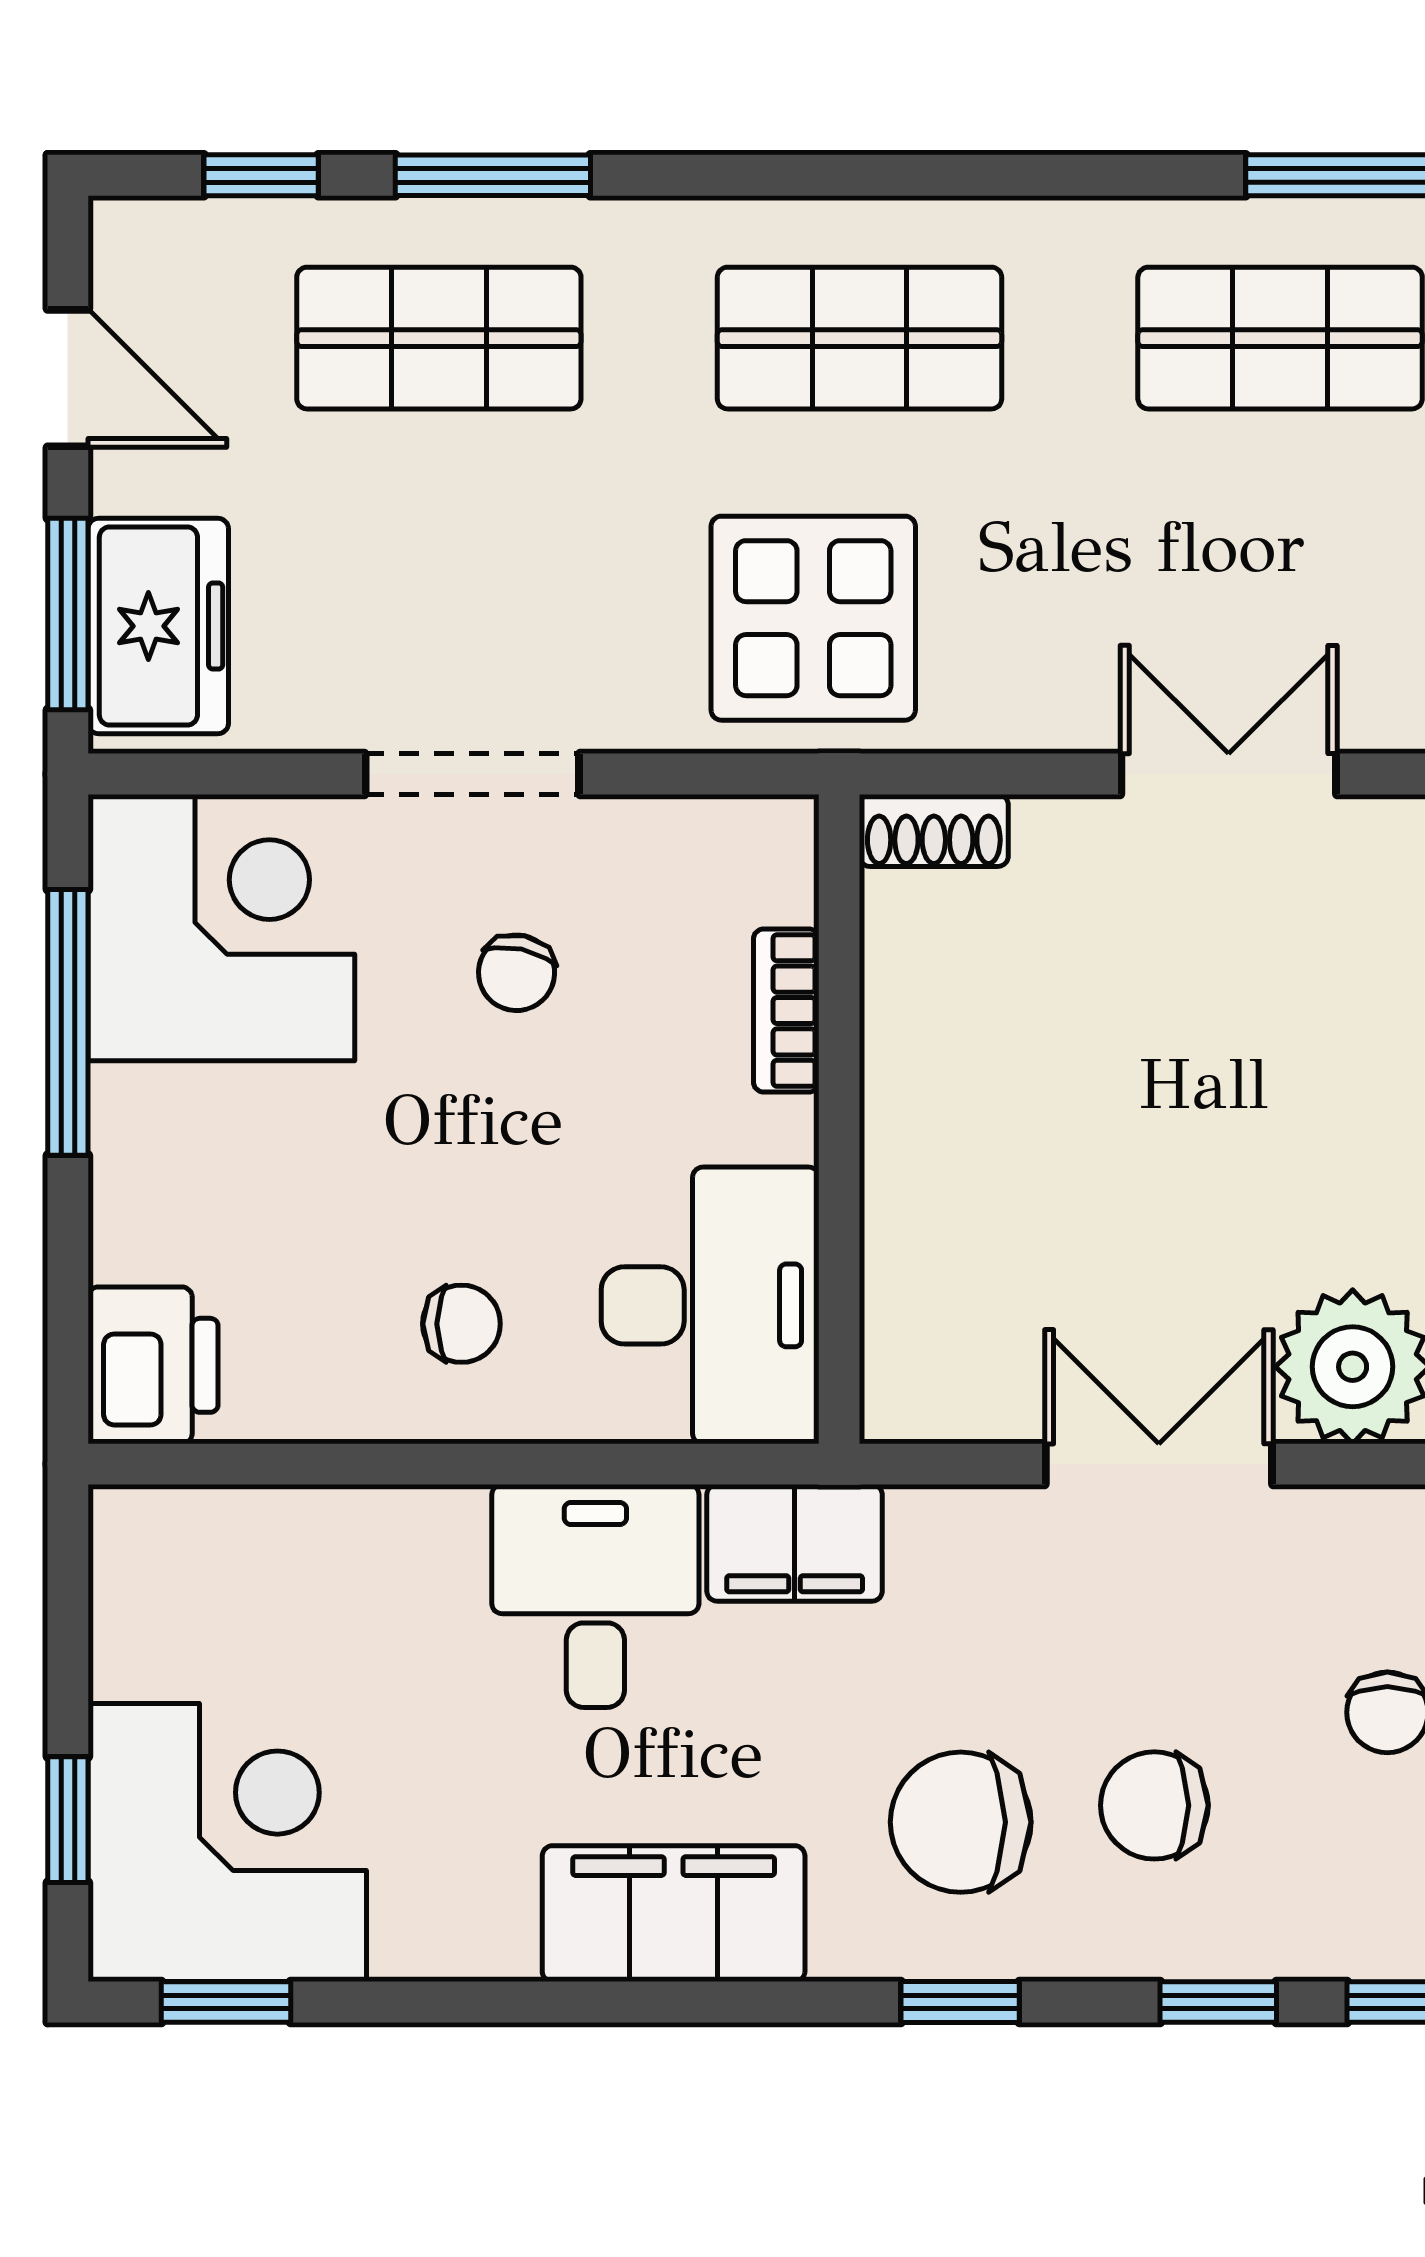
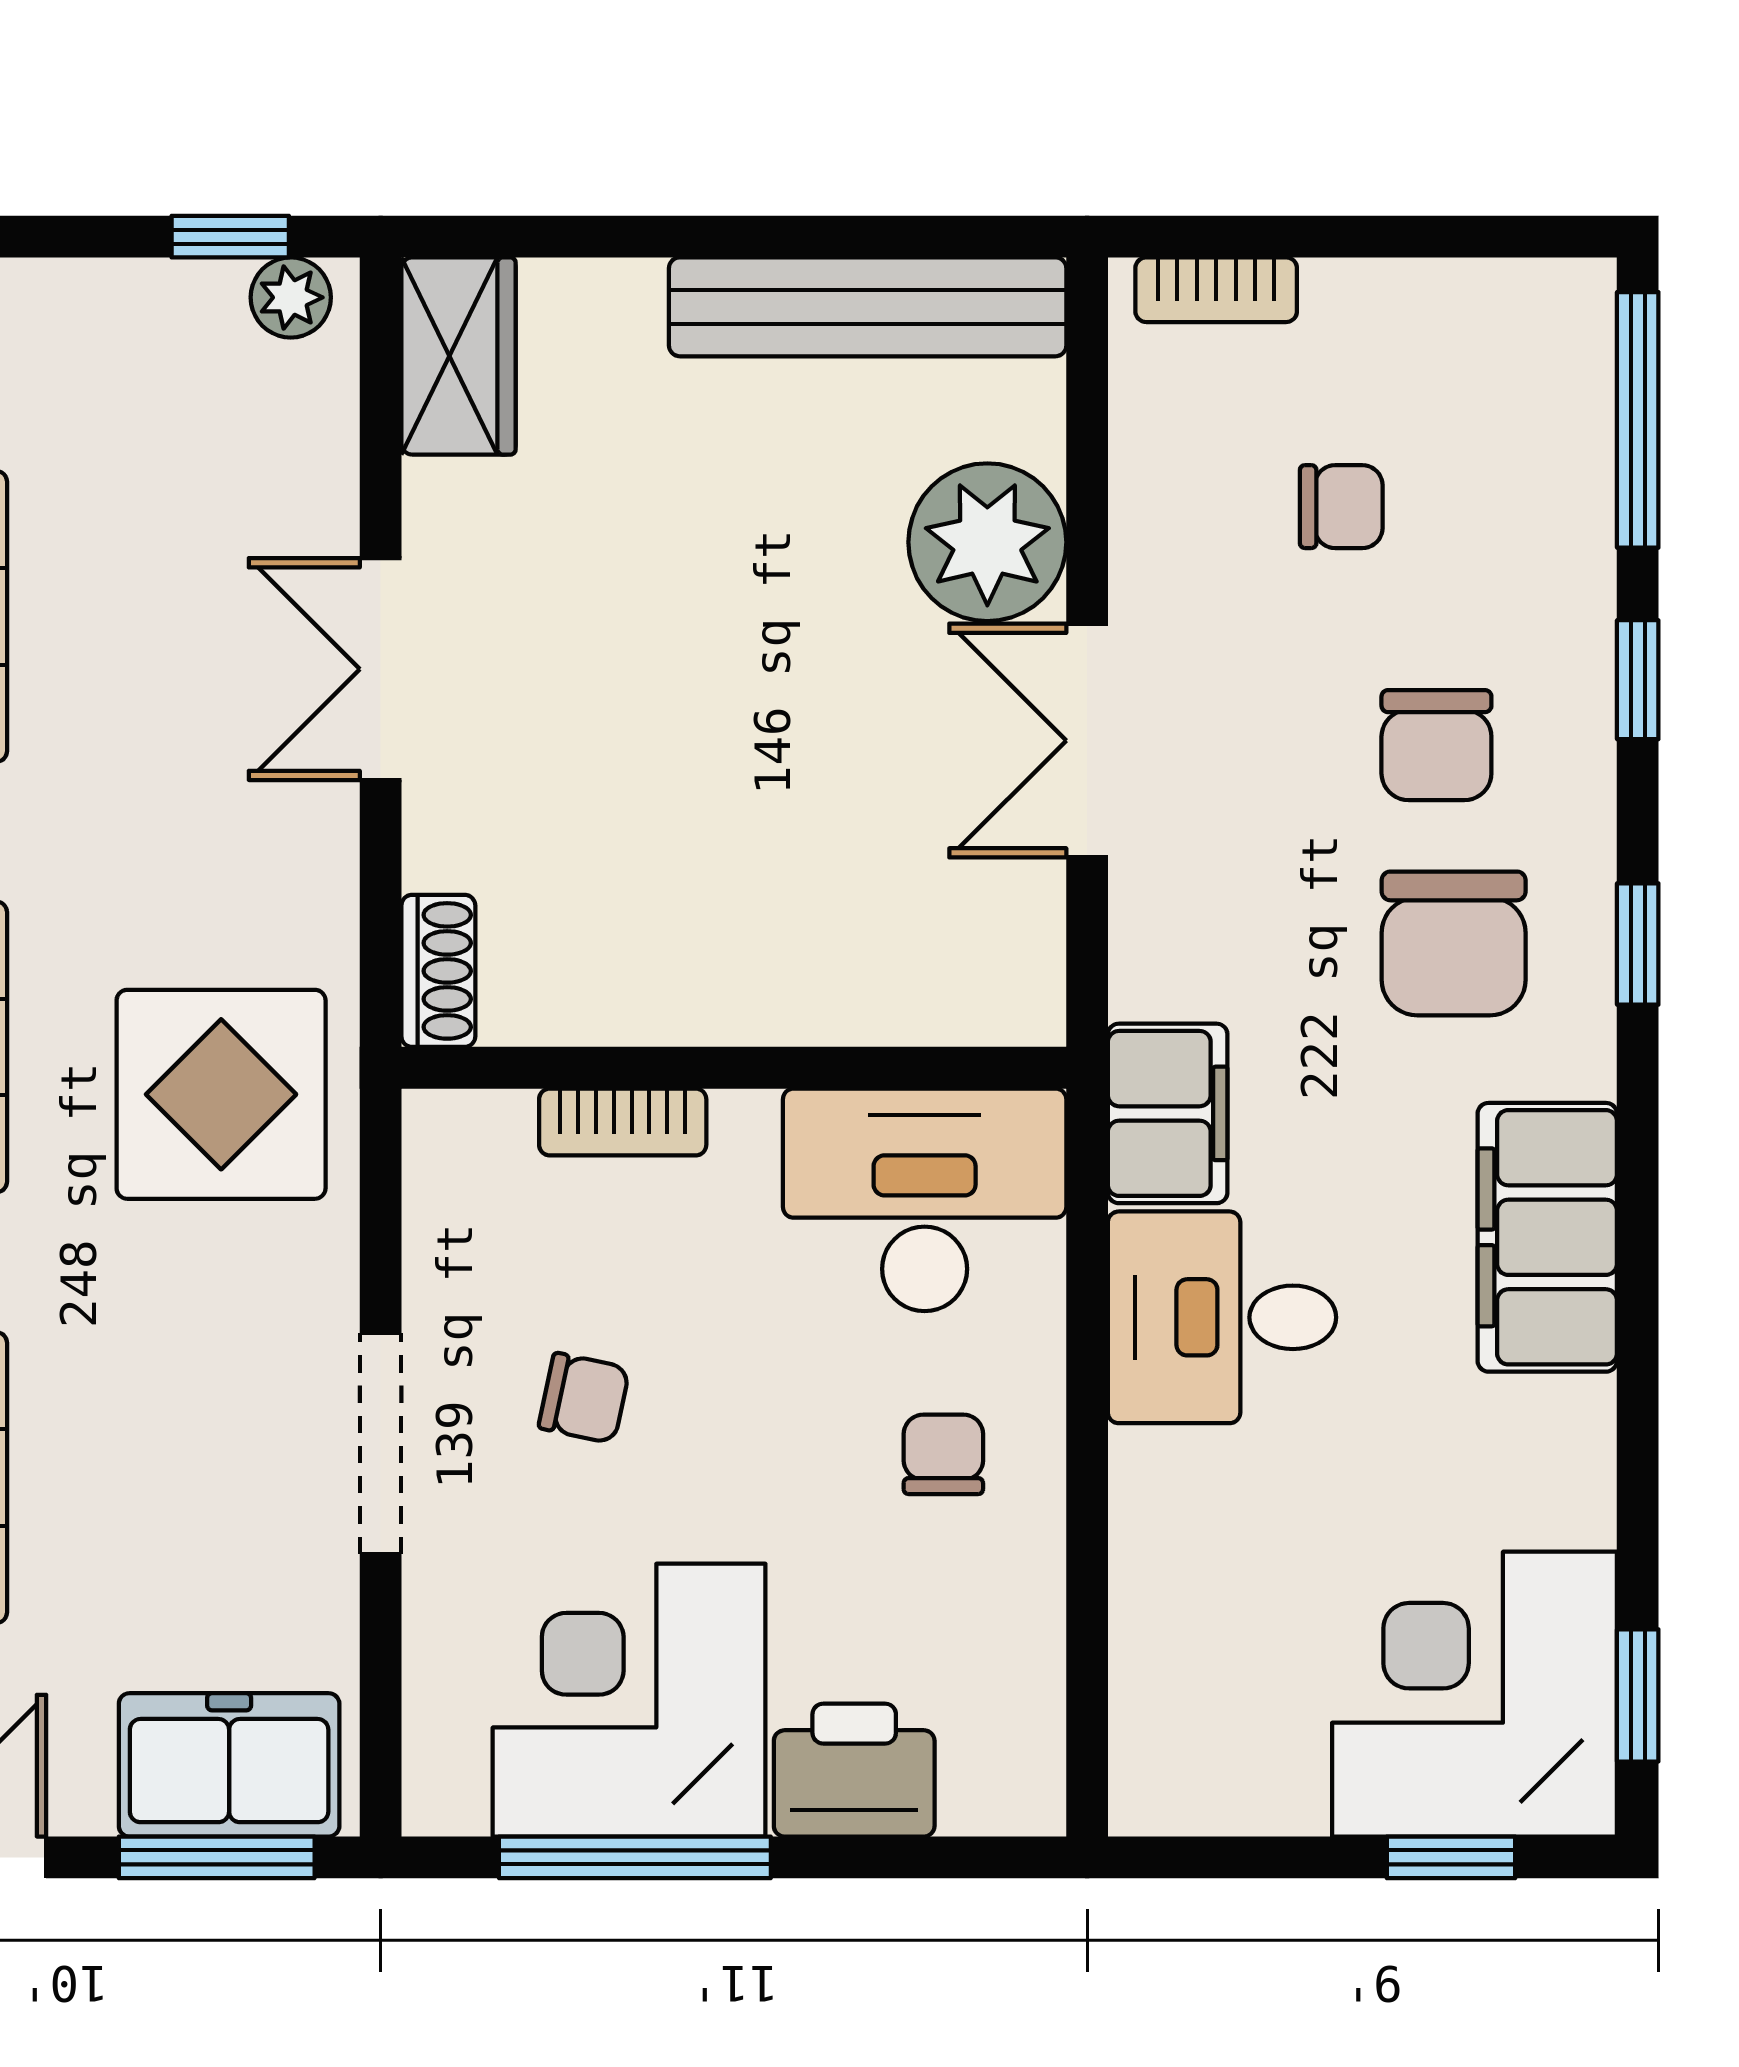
corner desk: (221, 928) -> (629, 1700), moved
printer: (153, 1365) -> (854, 1770), moved

